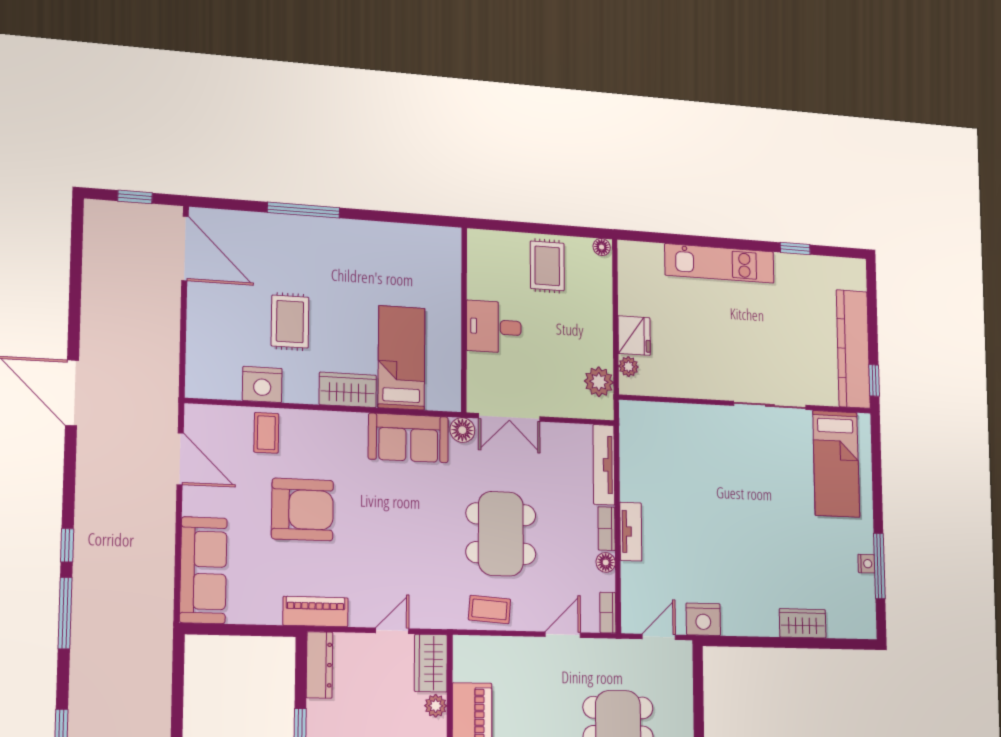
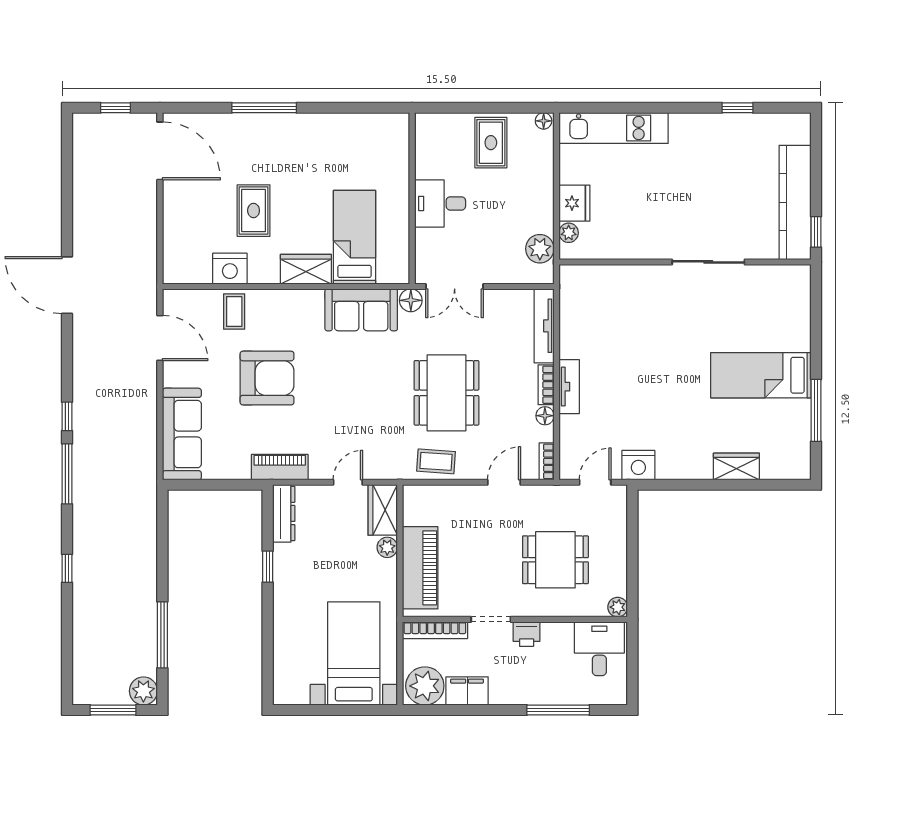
kitchen unit: (720, 263) -> (614, 128), moved
bed: (836, 464) -> (761, 375), moved, turned 90
nightstand: (866, 564) -> (803, 409), removed

